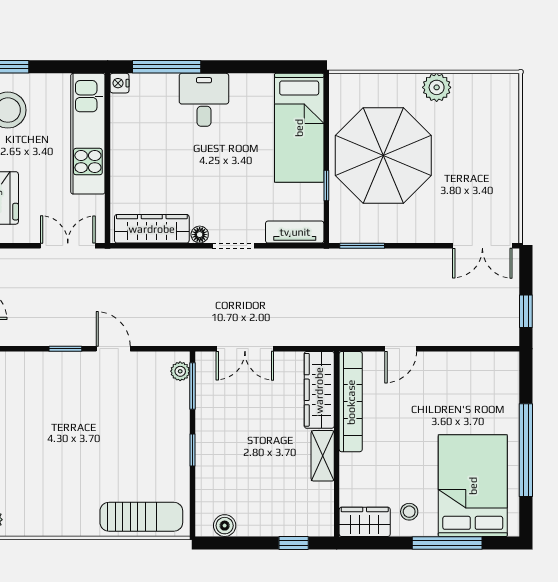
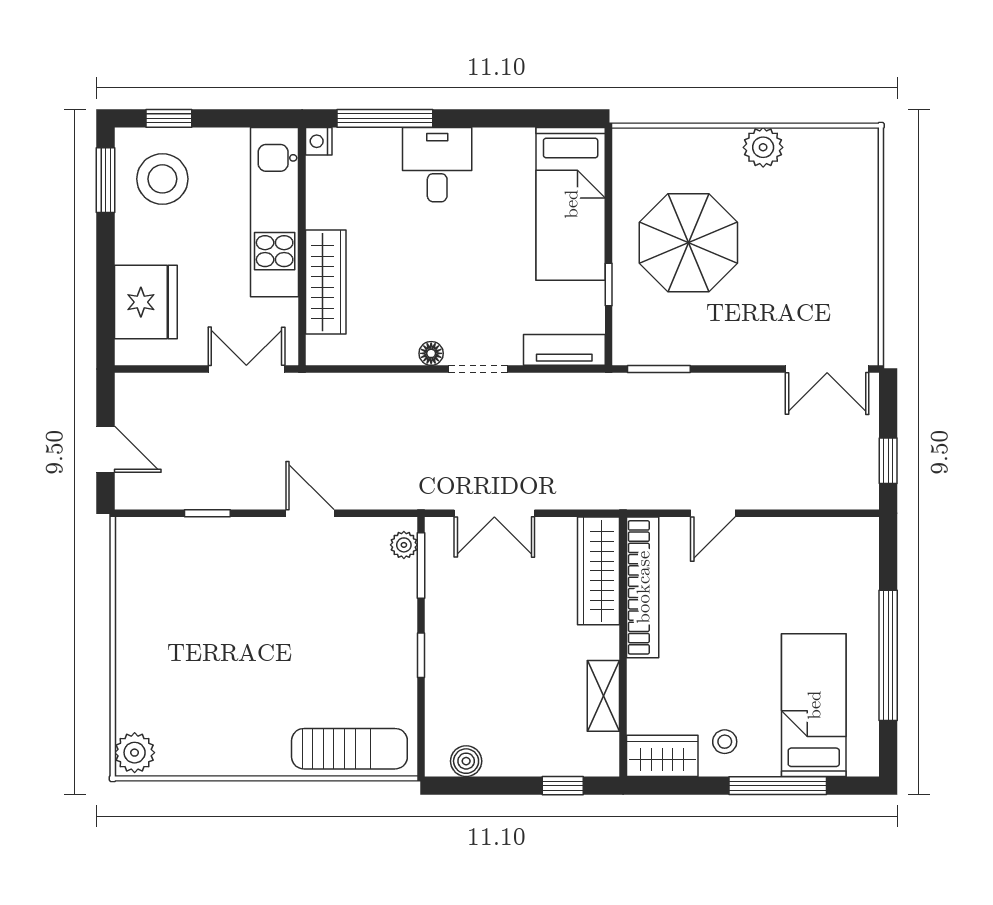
parasol: (383, 156) -> (688, 243), width x0.73, depth x0.73
wardrobe: (152, 229) -> (326, 282), moved, turned 90
window: (65, 349) -> (207, 513), moved
shelving: (323, 456) -> (603, 696), moved
bed: (473, 486) -> (814, 705), width x0.67

